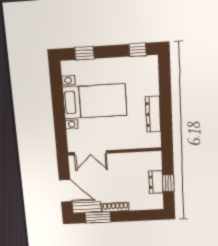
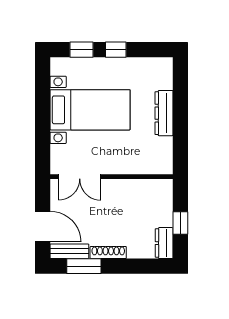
window: (138, 50) -> (116, 50), moved
dresser: (153, 114) -> (164, 113), moved
dresser: (156, 182) -> (164, 243), moved

